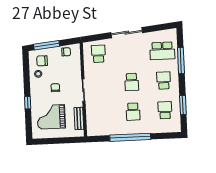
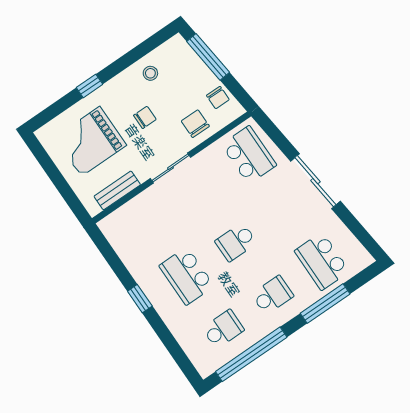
school desk: (98, 54) -> (249, 155), width x1.85
chair: (42, 61) -> (195, 124), moved
window: (183, 105) -> (251, 354), width x2.11
school desk: (133, 112) -> (187, 276), width x1.85
grand piano: (51, 117) -> (90, 141), turned -90
window: (130, 137) -> (140, 299), width x0.32

